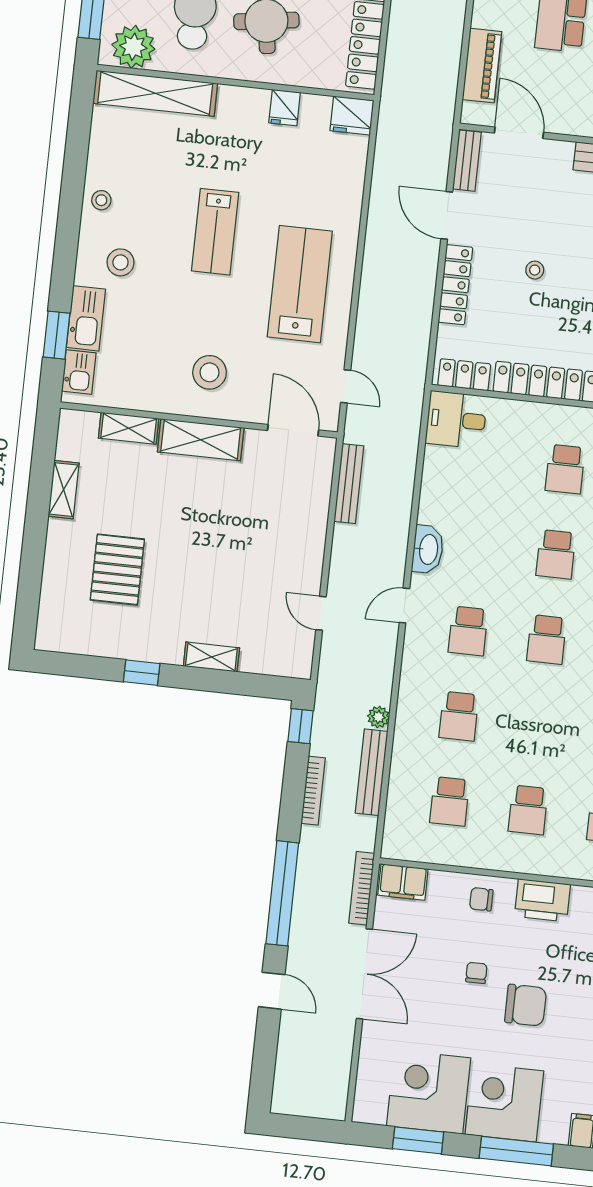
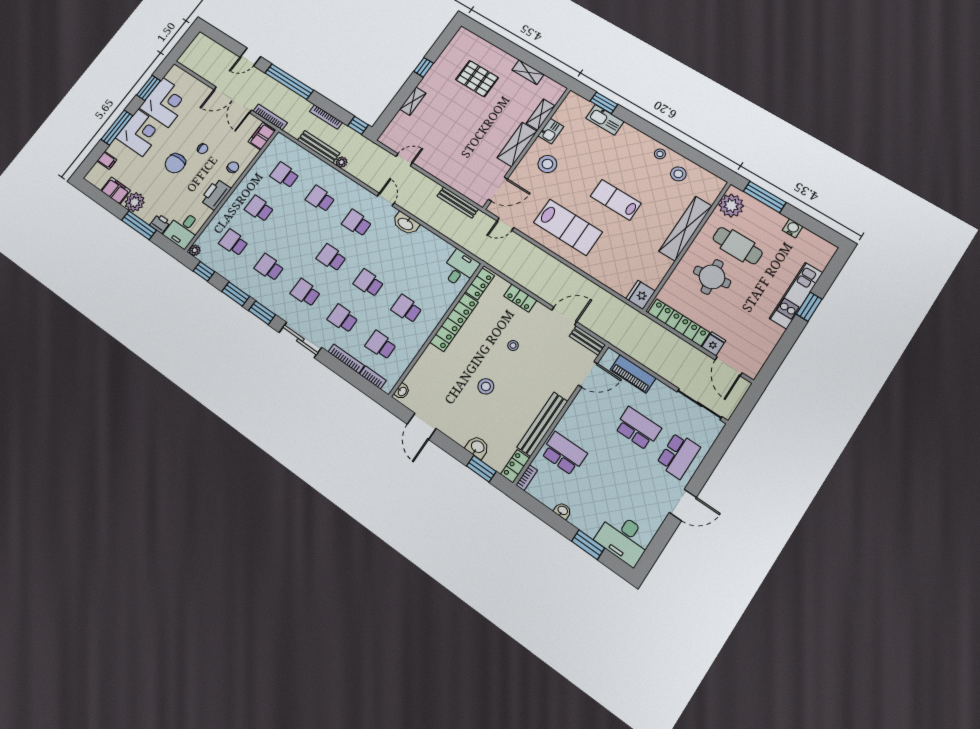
shelving: (155, 93) -> (685, 229), moved
fridge: (285, 108) -> (662, 264), removed
stool: (120, 262) -> (678, 174), moved
locker: (455, 285) -> (520, 298), width x0.66
kitchen sink: (79, 372) -> (551, 131), moved, turned -90

